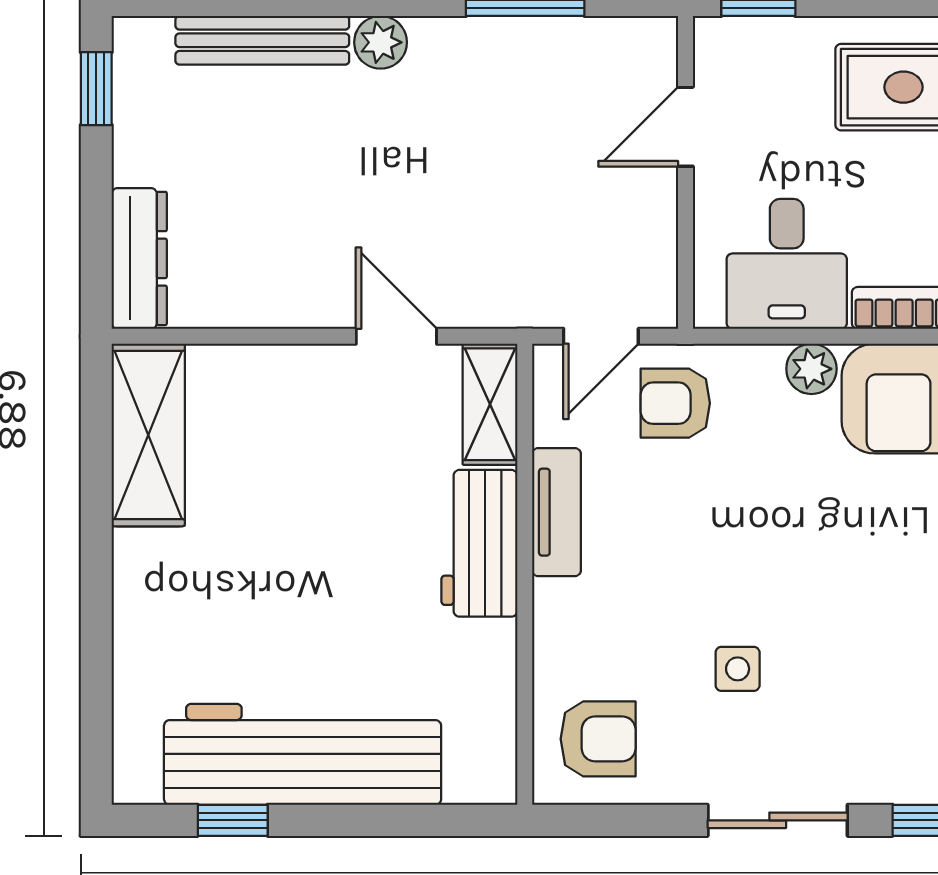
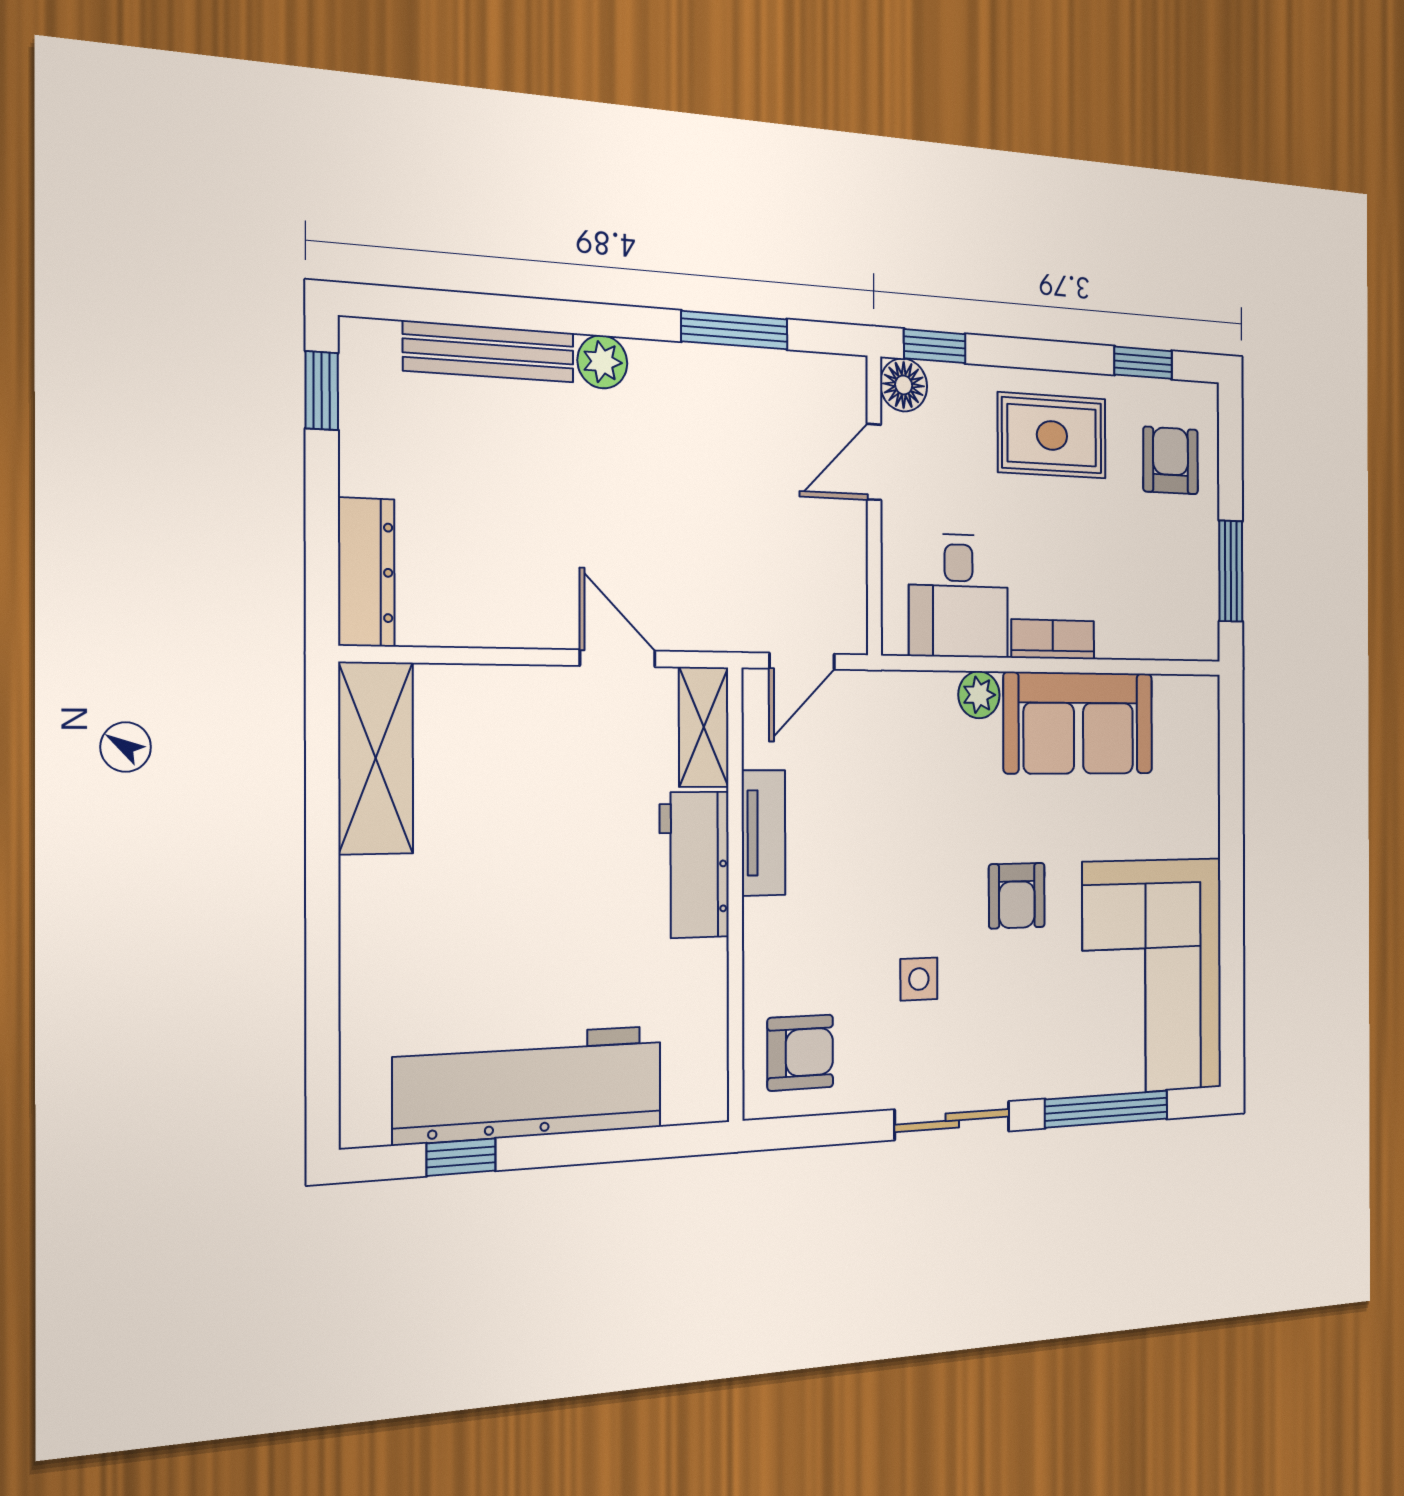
floor lamp: (721, 44) -> (904, 385), added
armchair: (675, 403) -> (1017, 896), moved, turned -90

